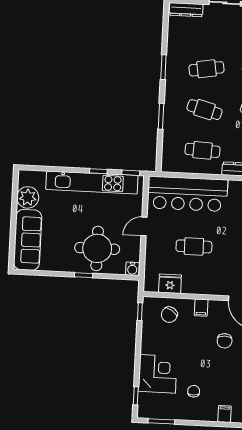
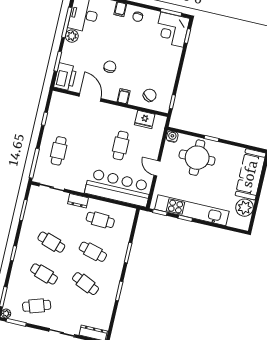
cafe table: (206, 69) -> (86, 284), turned 33
door: (144, 226) -> (157, 168), swing flipped
cafe table: (194, 246) -> (121, 145), turned 90
corner desk: (158, 374) -> (172, 30), moved
chair: (194, 391) -> (138, 17), moved

